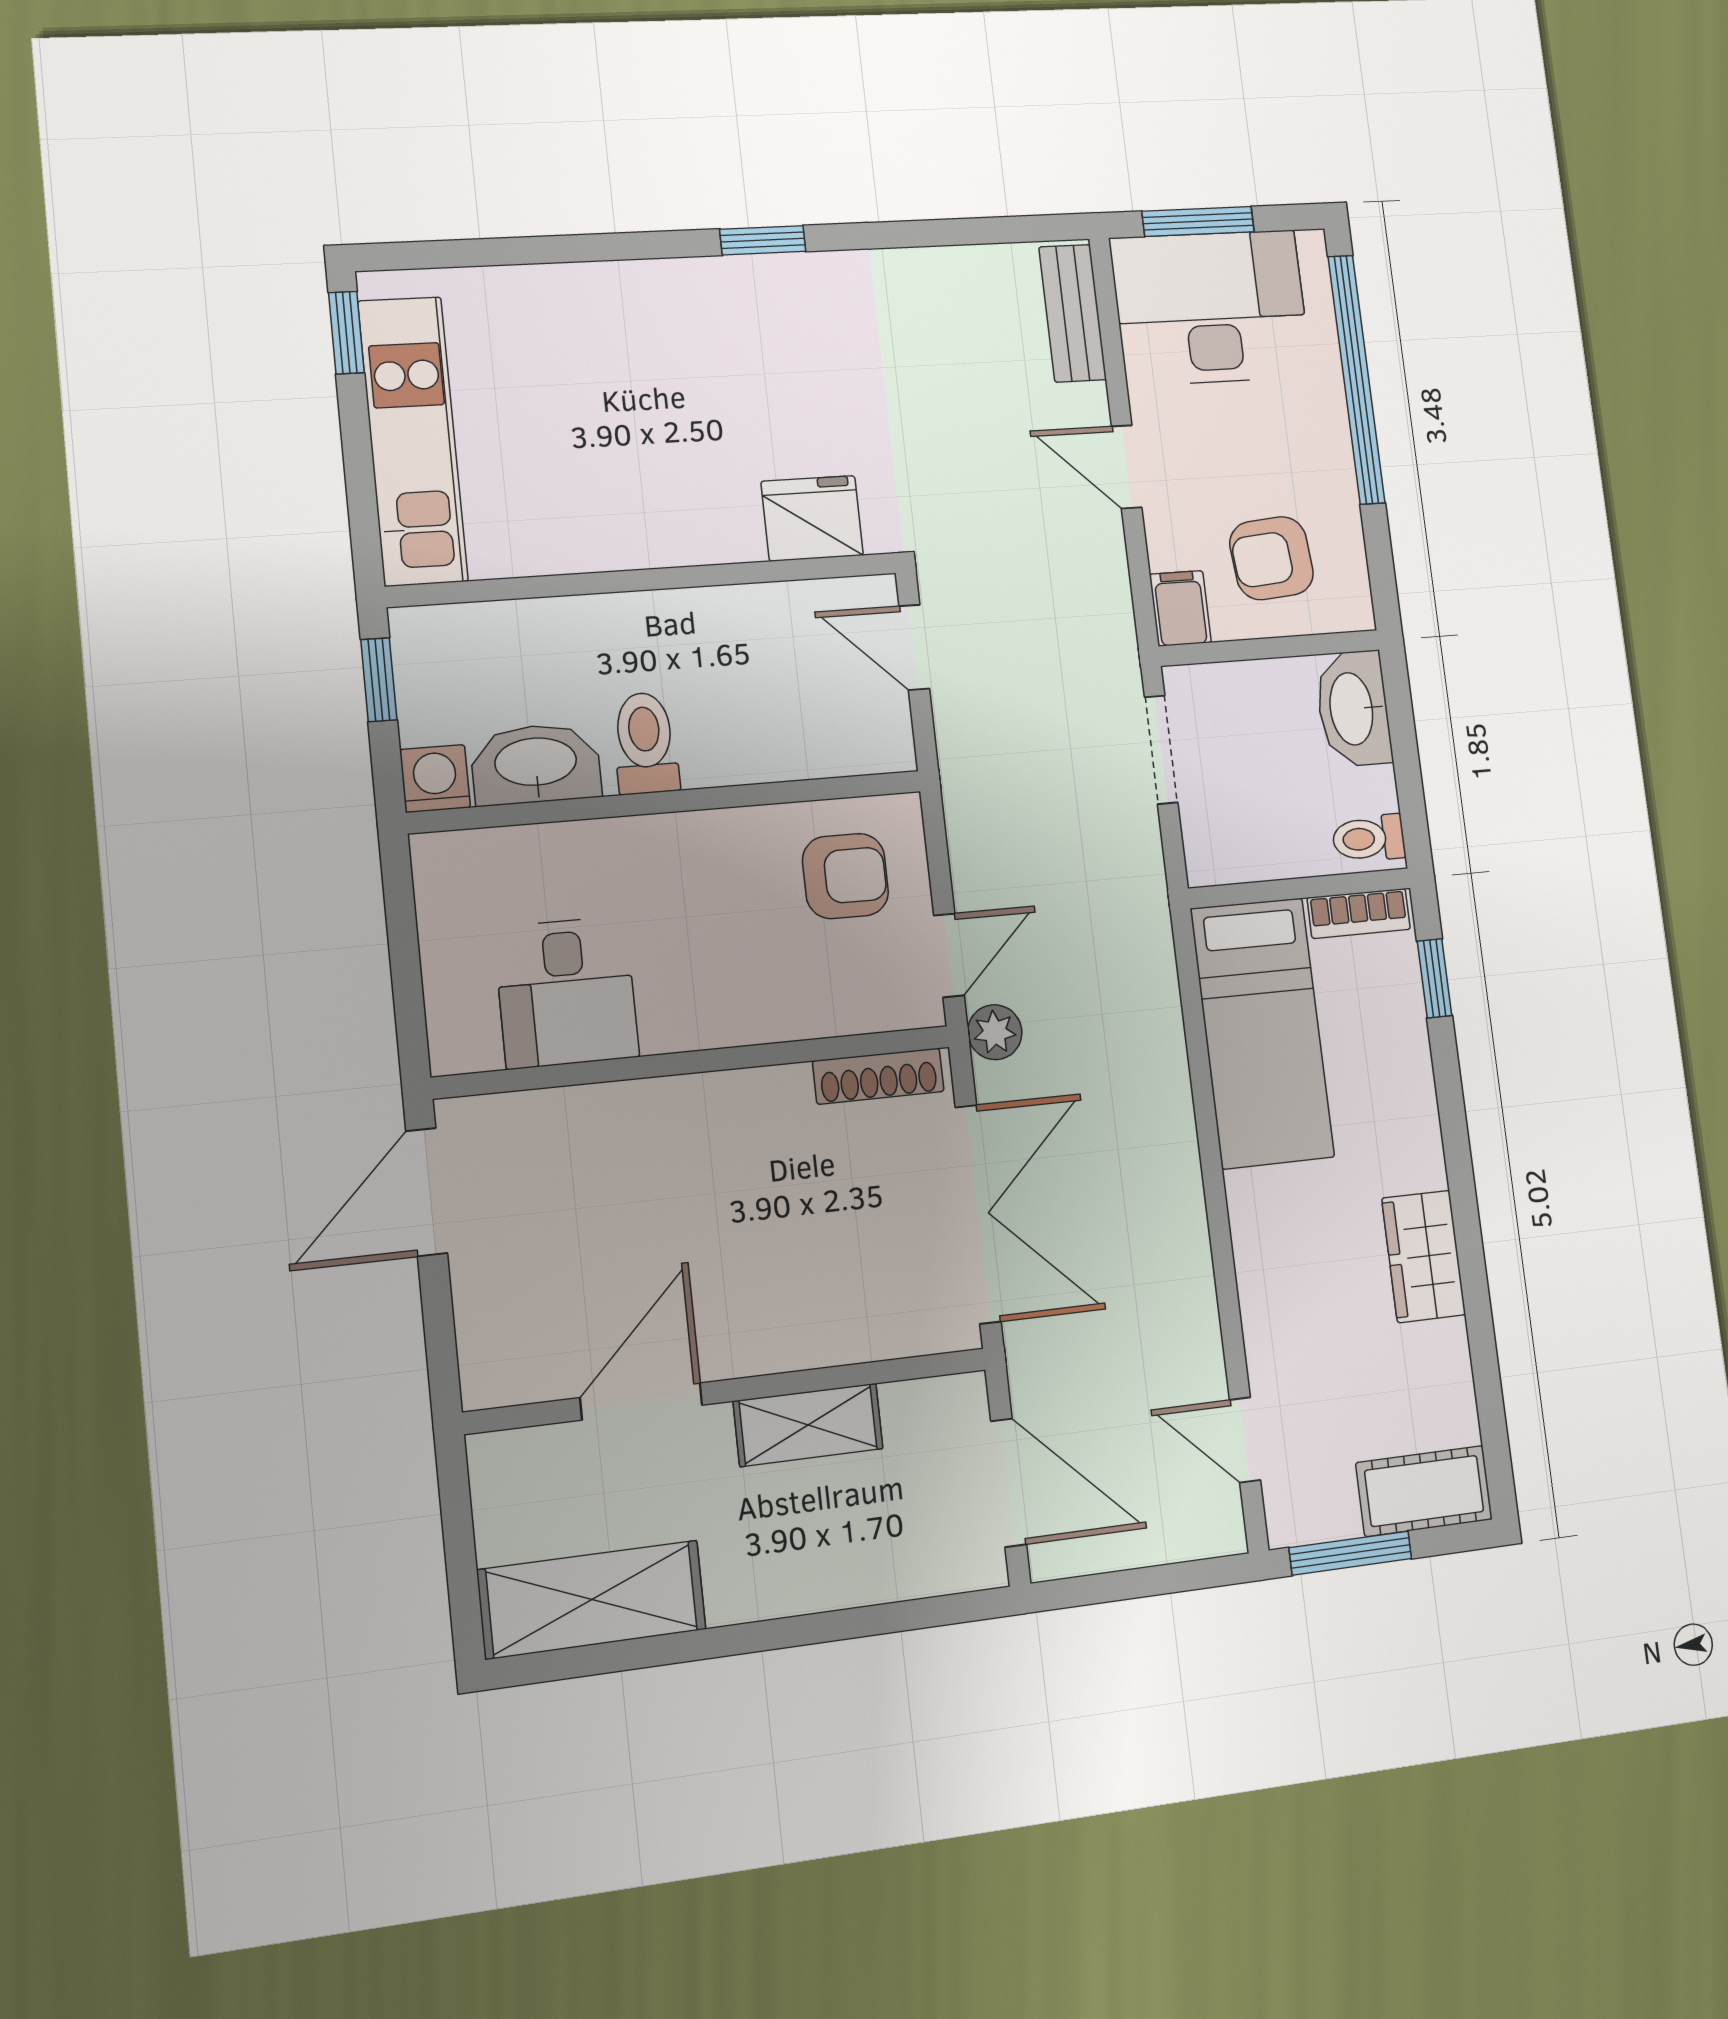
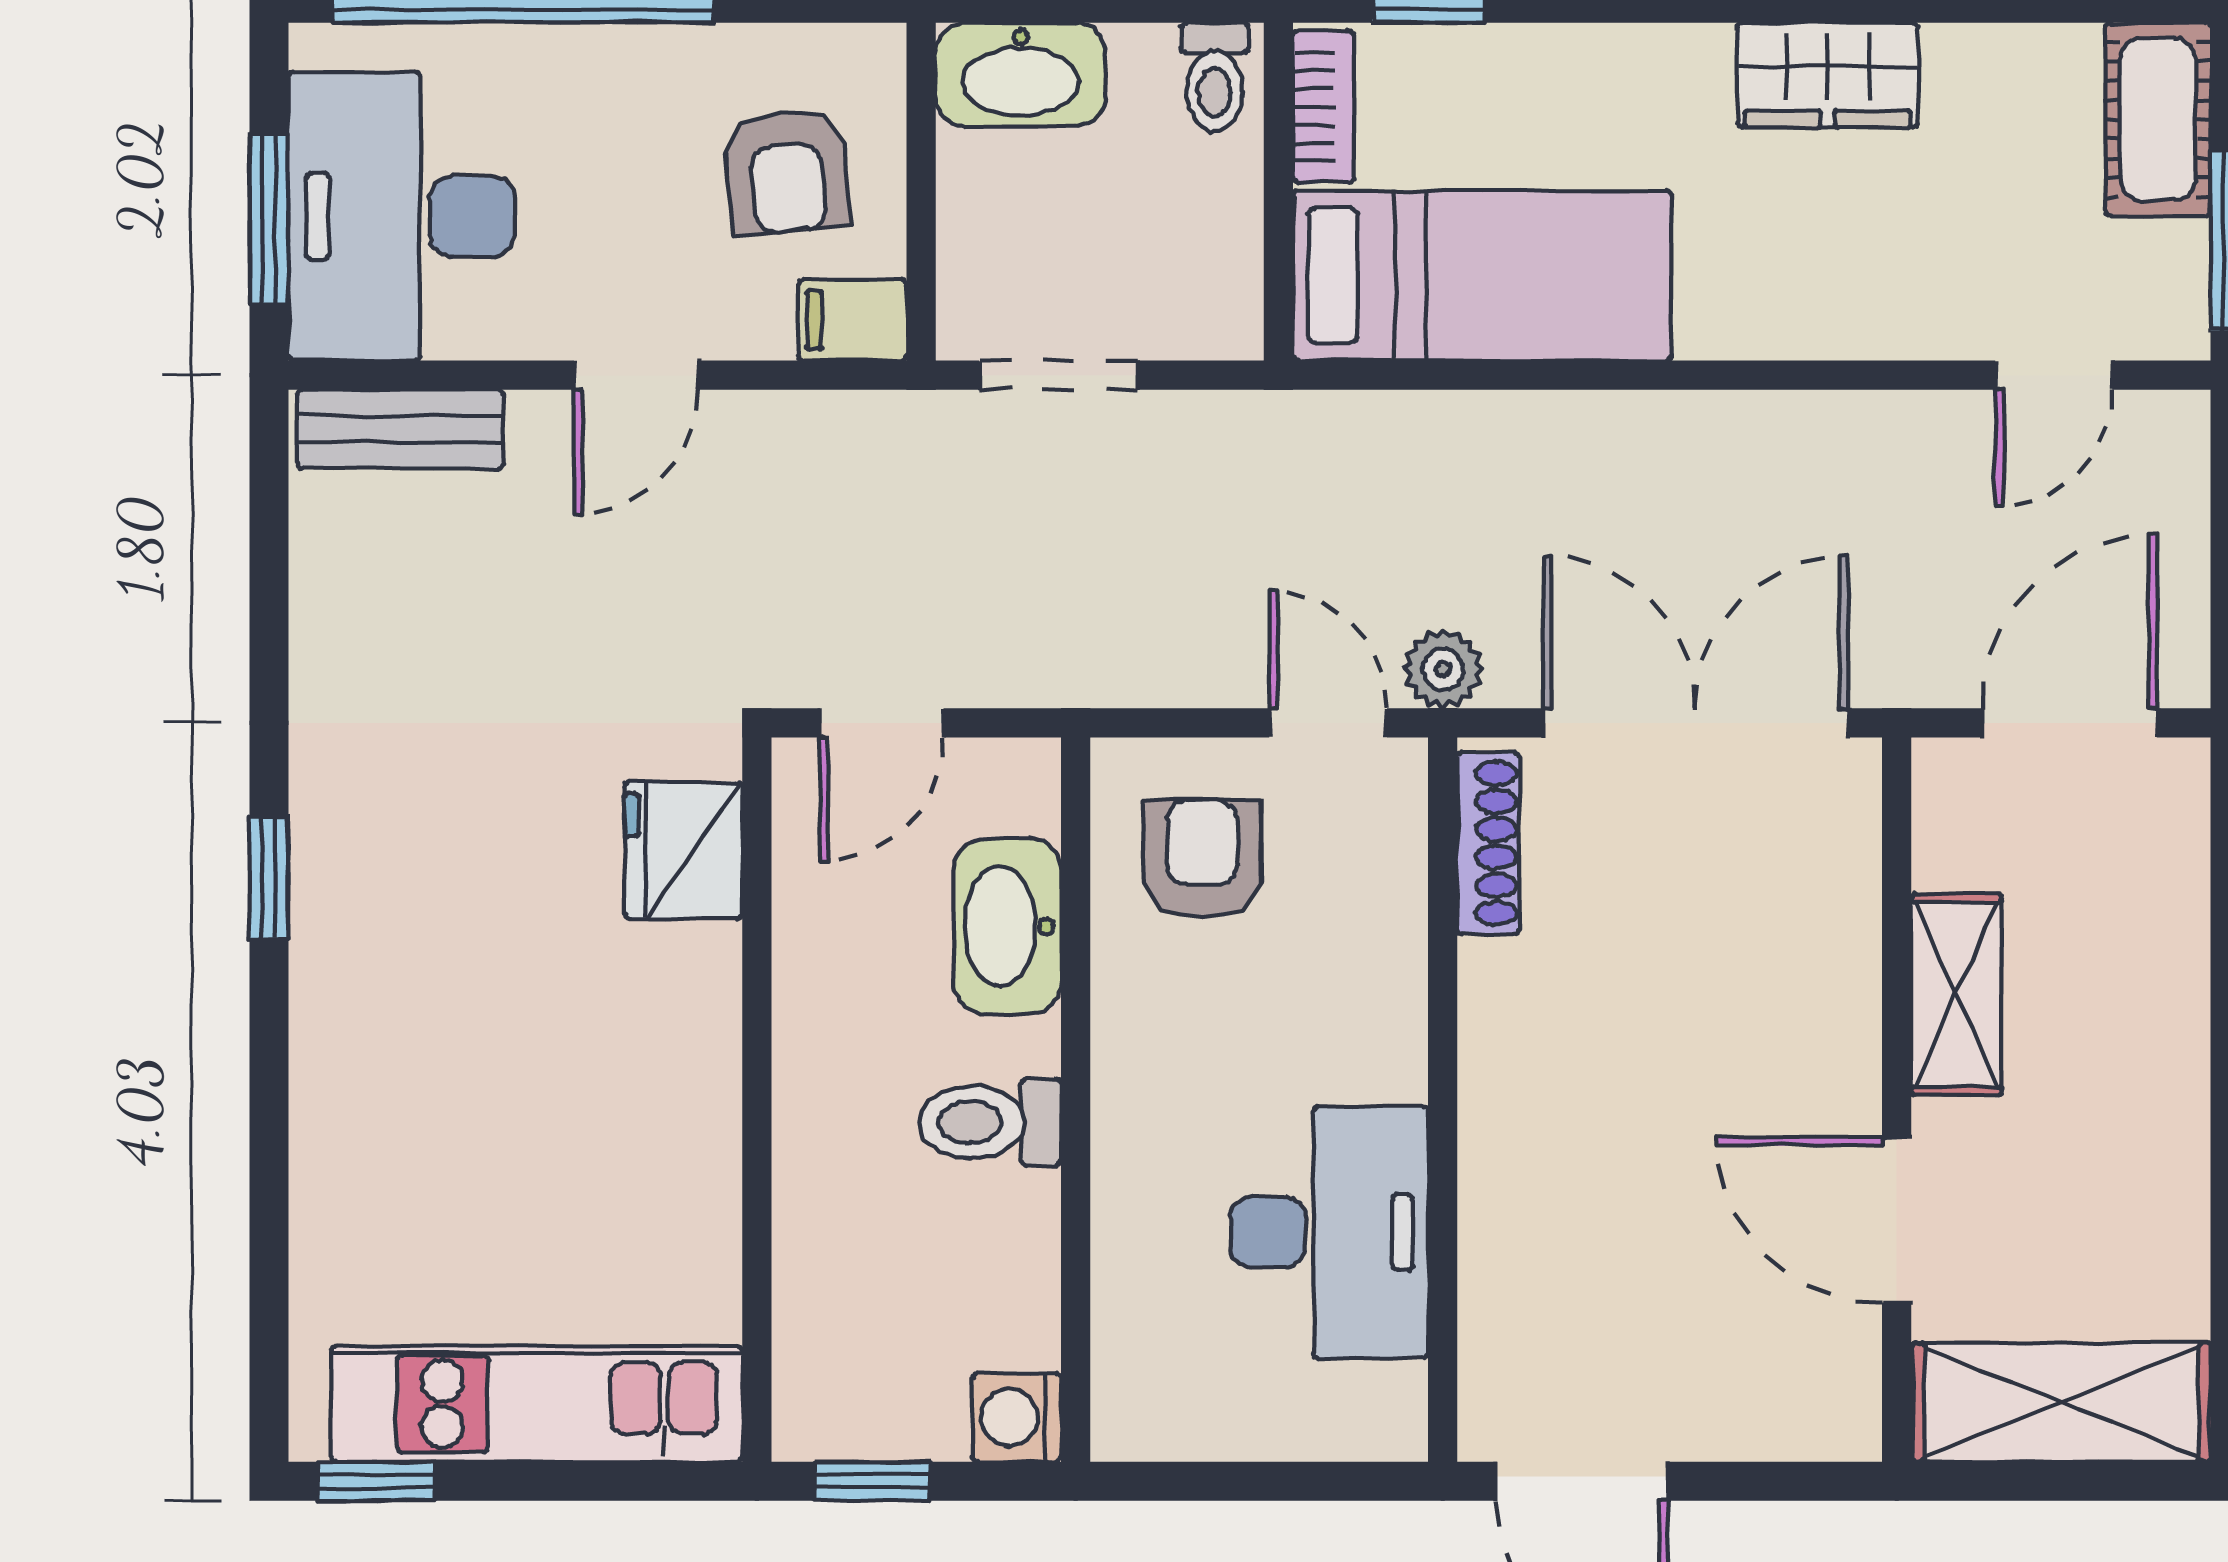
washbasin: (536, 764) -> (1007, 926), moved
desk: (566, 992) -> (1329, 1232), width x1.37
shelving: (592, 1600) -> (2062, 1402), moved, turned 90

